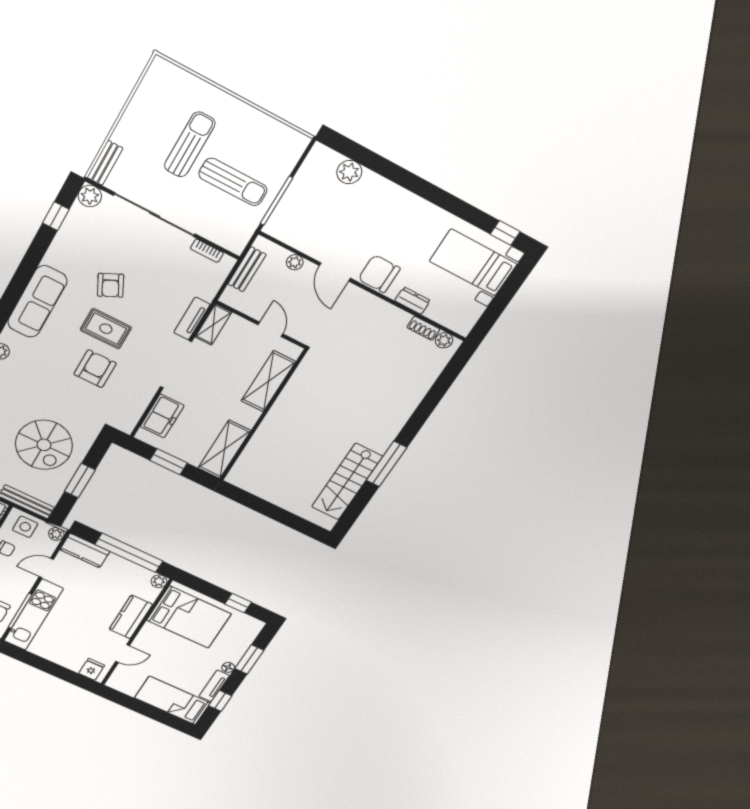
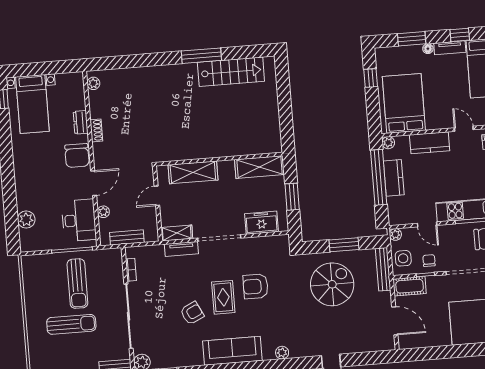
sun lounger: (190, 145) -> (71, 324), turned 180
sun lounger: (233, 182) -> (77, 284), turned 180
desk: (305, 230) -> (79, 220), added
shoe rack: (423, 328) -> (96, 130), moved
kitchen counter: (85, 551) -> (394, 178), moved

